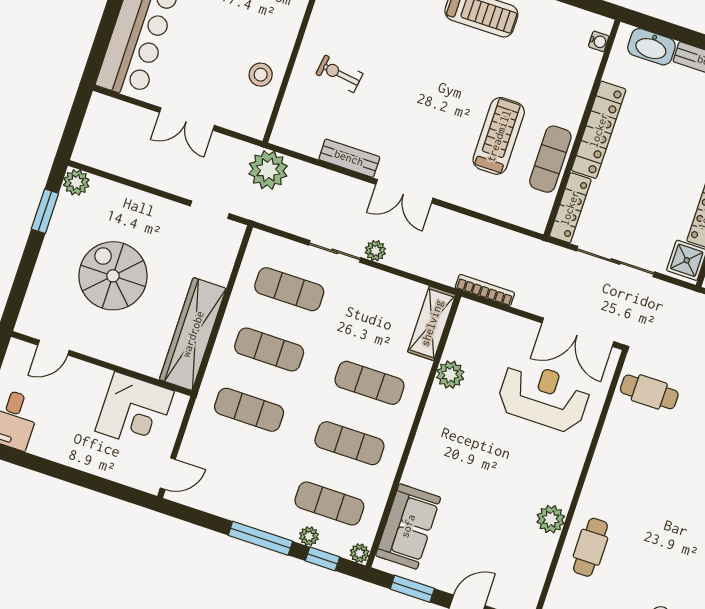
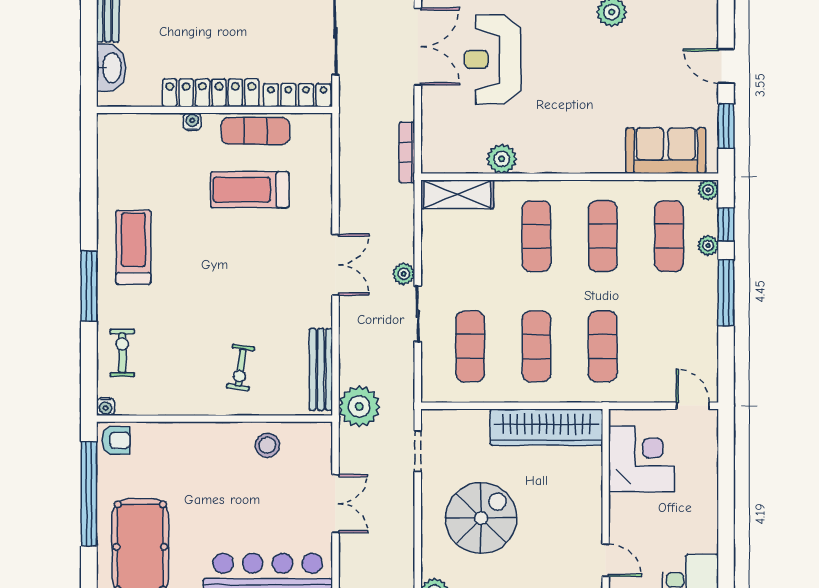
water cooler: (599, 41) -> (192, 122), moved
bench: (349, 158) -> (321, 369), moved, width x1.36
spiral stairs: (113, 276) -> (481, 518), moved, turned 180

